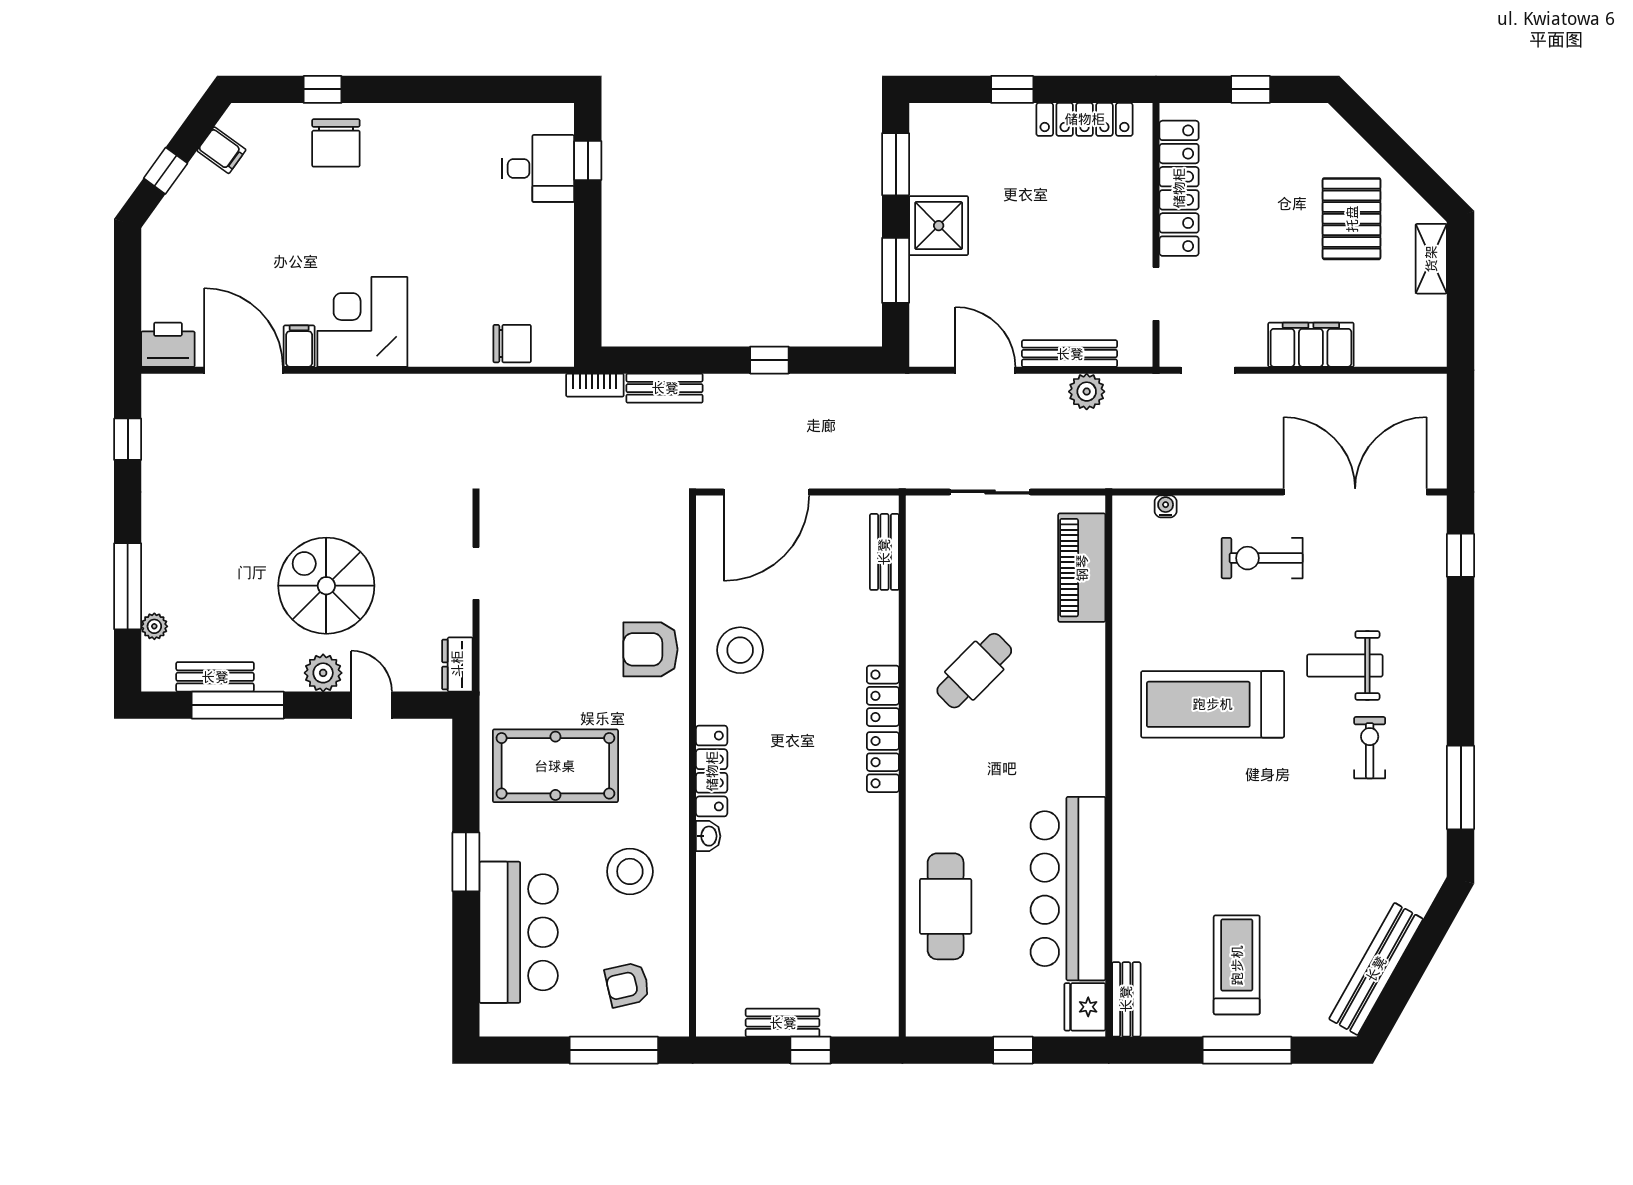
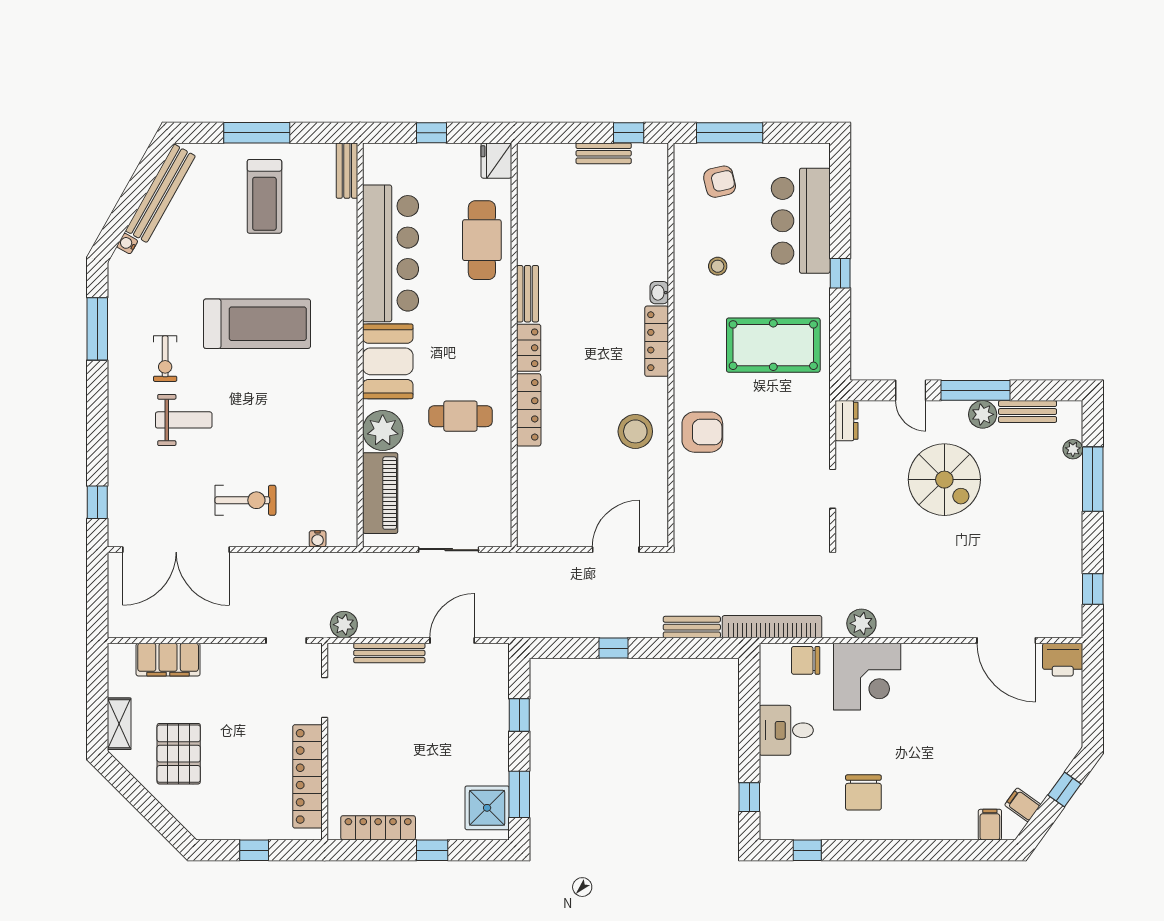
window: (322, 89) -> (807, 850), moved
chair: (336, 143) -> (863, 792), moved, turned 180
desk: (538, 168) -> (786, 730), moved
shower: (939, 226) -> (487, 808), moved
window: (896, 270) -> (519, 715), width x0.67
corner desk: (362, 322) -> (867, 677), moved
filing cabinet: (1311, 345) -> (168, 660), moved
filing cabinet: (299, 346) -> (990, 825), moved, turned 180
door: (985, 370) -> (452, 641), swing flipped
bookcase: (595, 385) -> (772, 627), width x2.31, depth x1.31
plant: (1087, 392) -> (344, 625), moved
plant: (437, 393) -> (861, 623), added
door: (766, 492) -> (616, 550), width x0.73
bench: (884, 552) -> (528, 294), moved
plant: (1078, 651) -> (383, 430), added
cafe table: (974, 671) -> (460, 416), turned 45
plant: (323, 673) -> (983, 414), moved
locker: (883, 696) -> (529, 410), width x1.53
treadmill: (1213, 704) -> (257, 324), moved
window: (238, 705) -> (975, 390), moved
booth: (1072, 744) -> (388, 361), added
window: (466, 862) -> (840, 273), width x0.67
stool: (630, 871) -> (718, 266), width x0.53, depth x0.53
water cooler: (1420, 902) -> (127, 244), added
fridge: (1085, 1007) -> (496, 161), moved, turned 180
window: (811, 1050) -> (629, 133), moved

